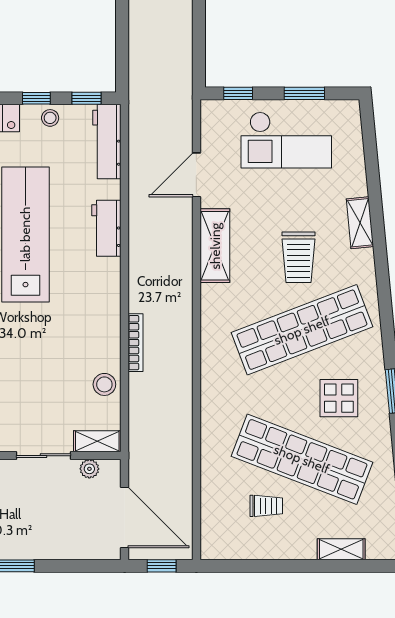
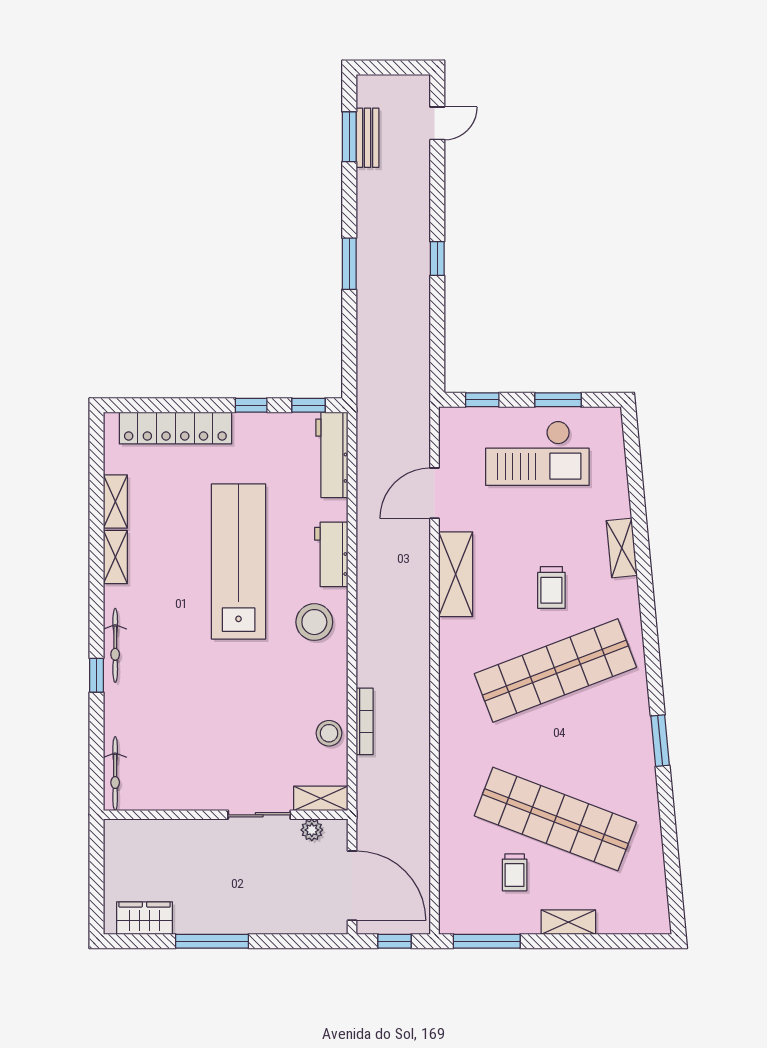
stool: (50, 118) -> (314, 622), moved, width x1.89, depth x1.89
trolley: (299, 257) -> (551, 587), width x0.73, depth x0.72
bookcase: (136, 343) -> (365, 721), moved
display table: (339, 398) -> (598, 749), removed
trolley: (266, 506) -> (515, 872), turned 90
shelving: (341, 549) -> (568, 922), moved
window: (242, 566) -> (487, 941), added

